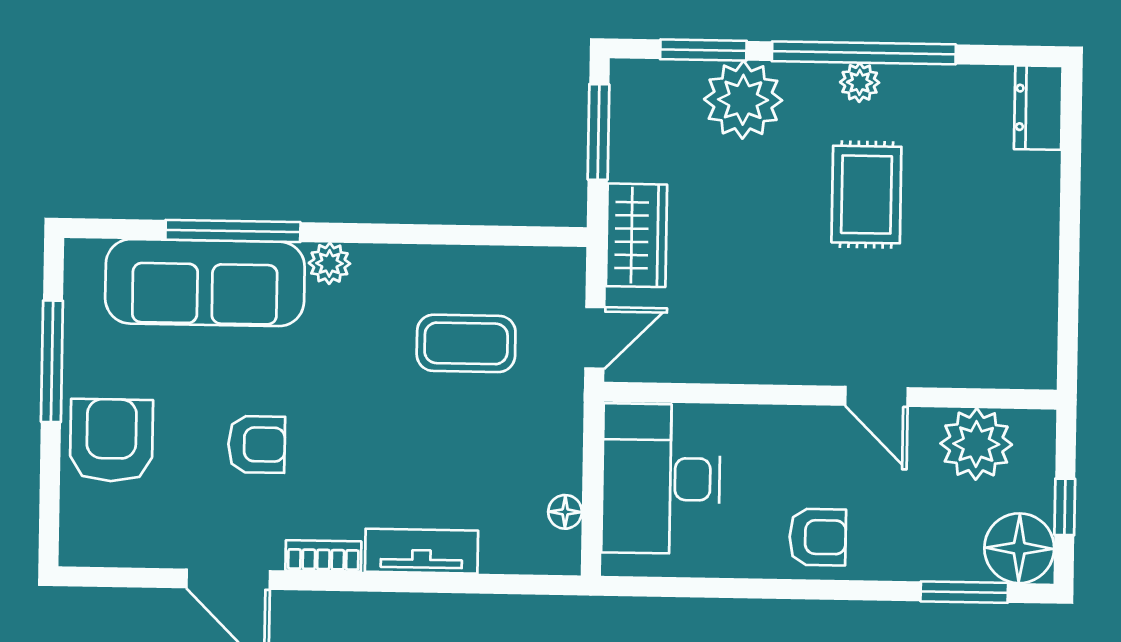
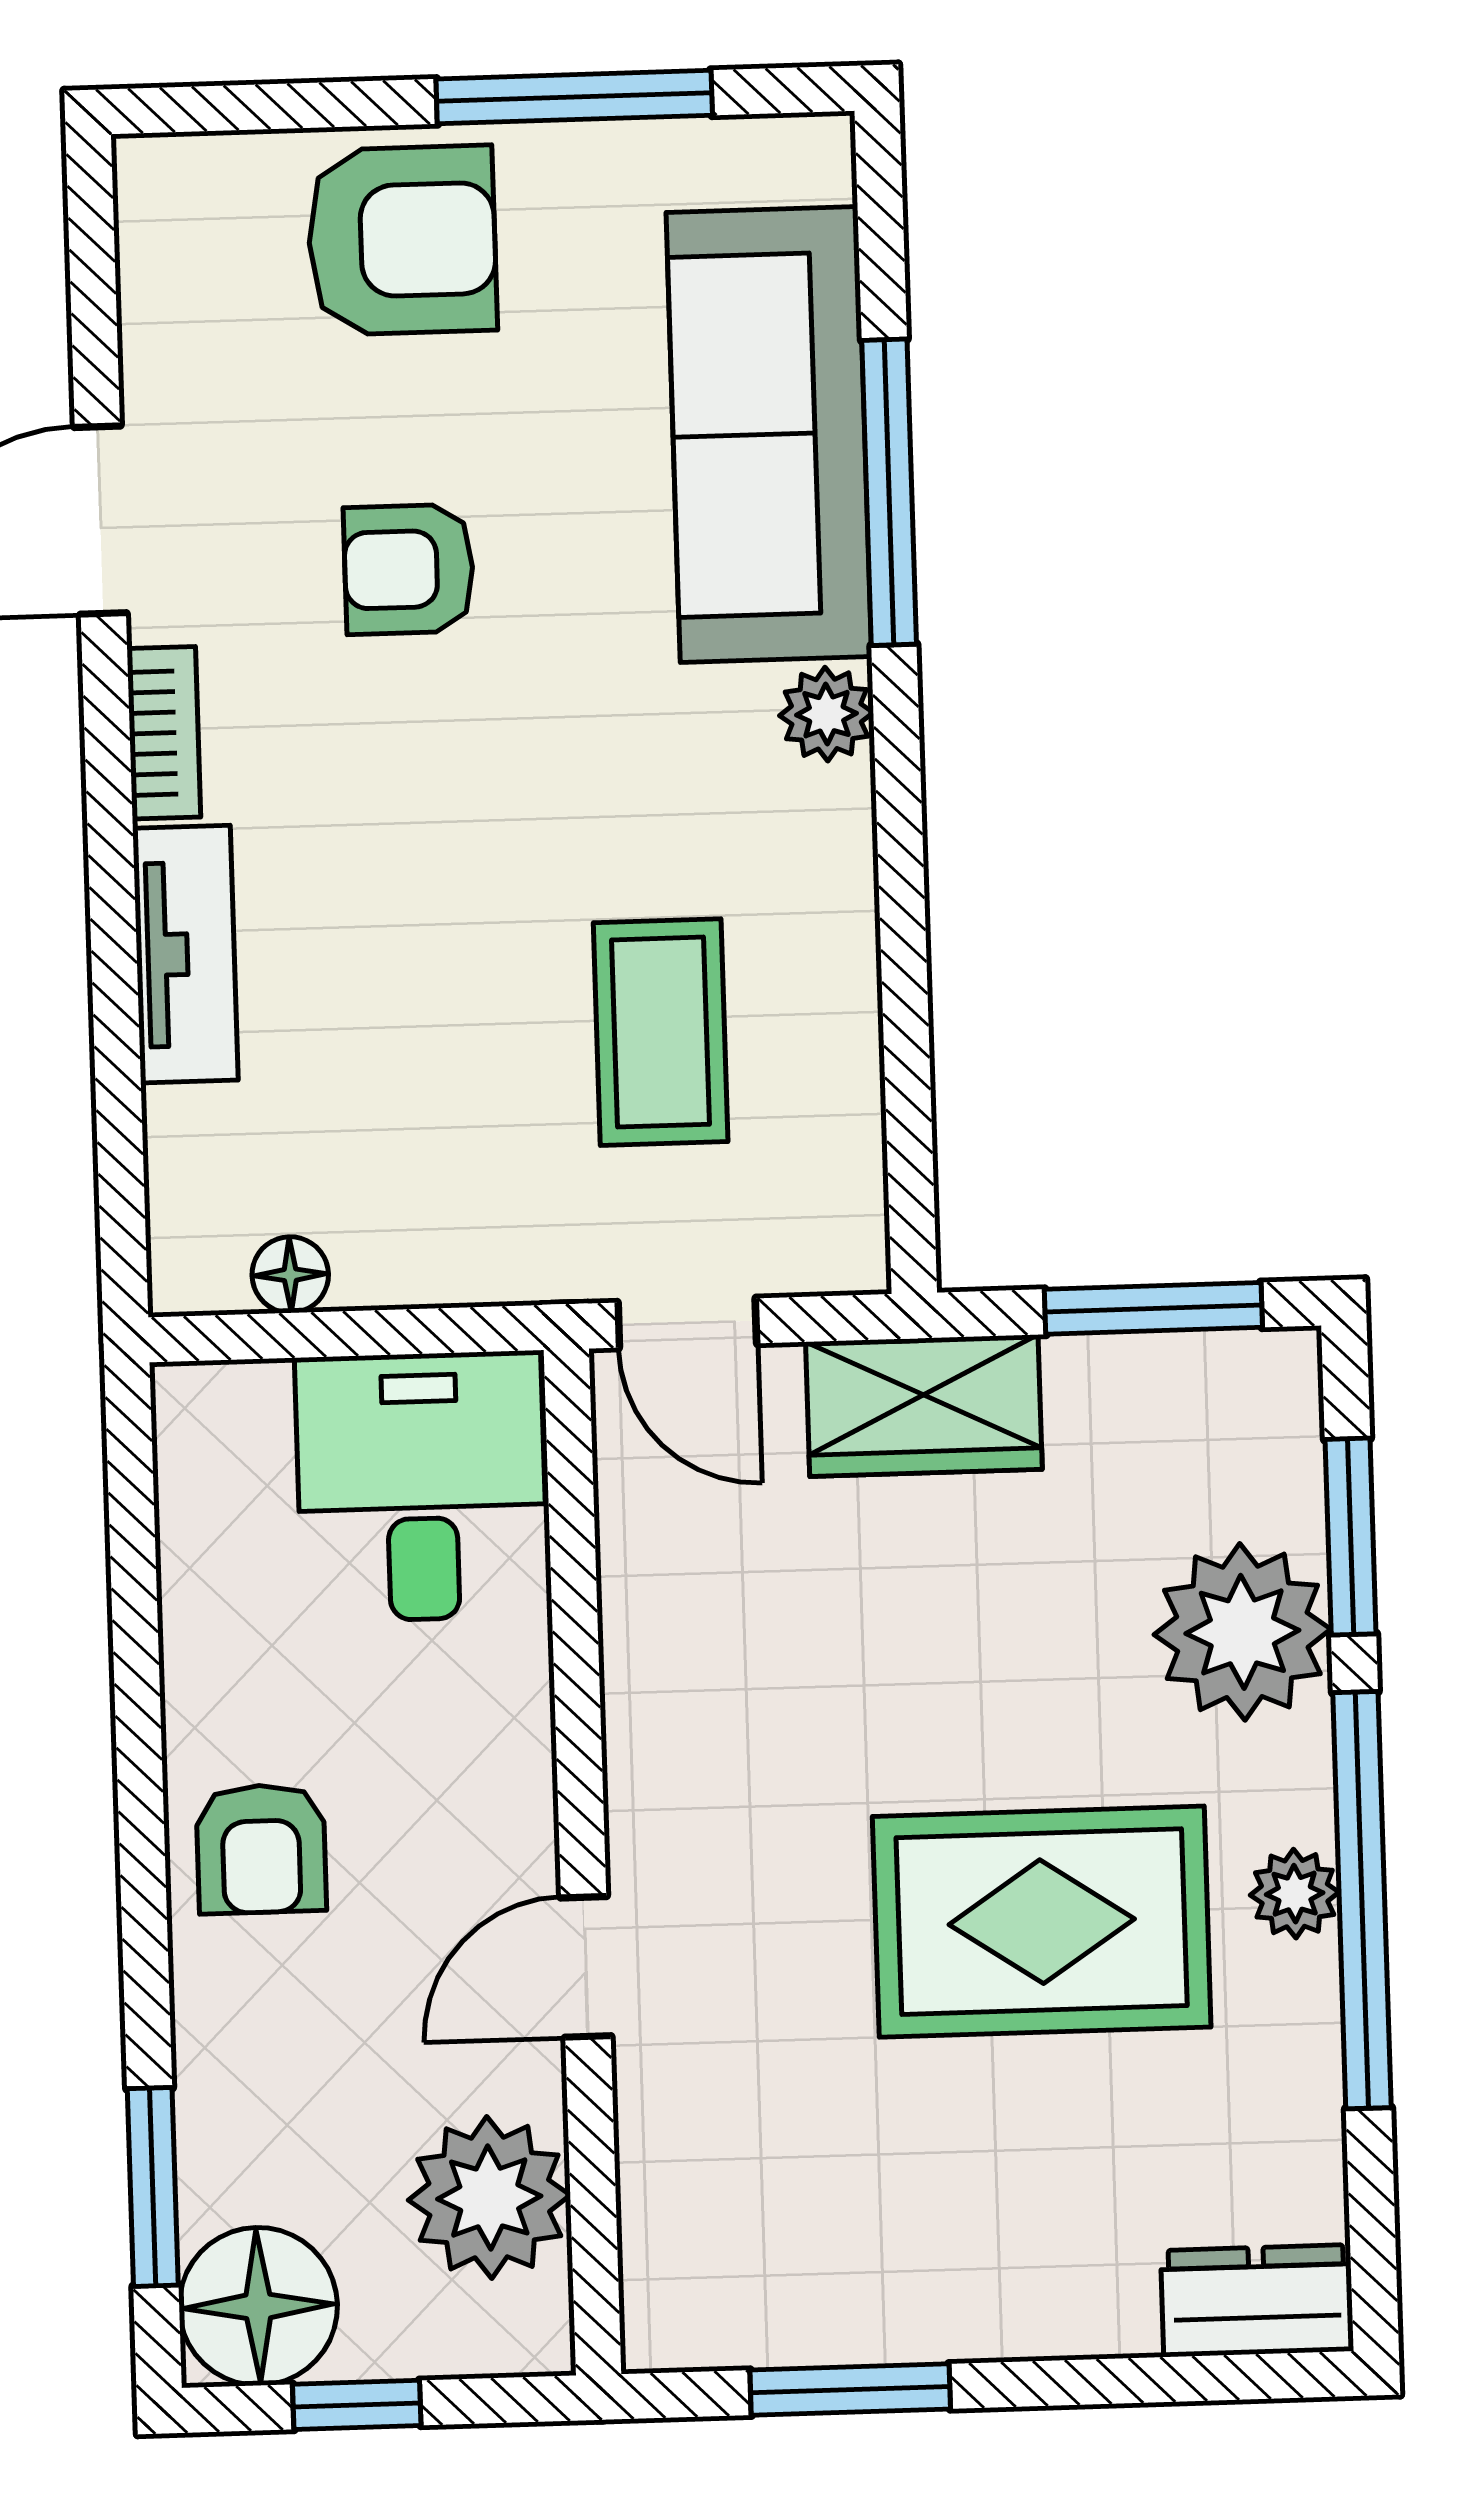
rug: (866, 195) -> (1042, 1922), width x1.36, depth x1.43
window: (1069, 289) -> (850, 2389), added
armchair: (257, 444) -> (409, 569), turned 90
desk: (661, 479) -> (421, 1487), width x0.73

